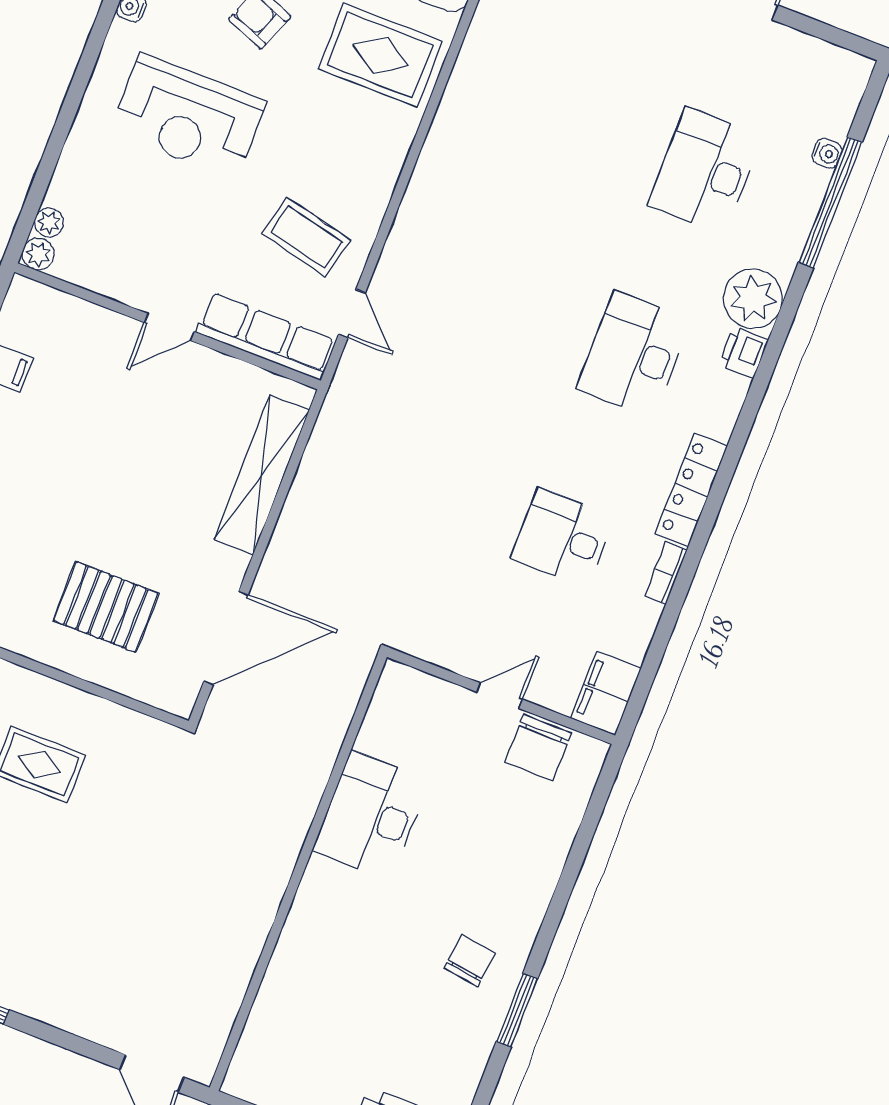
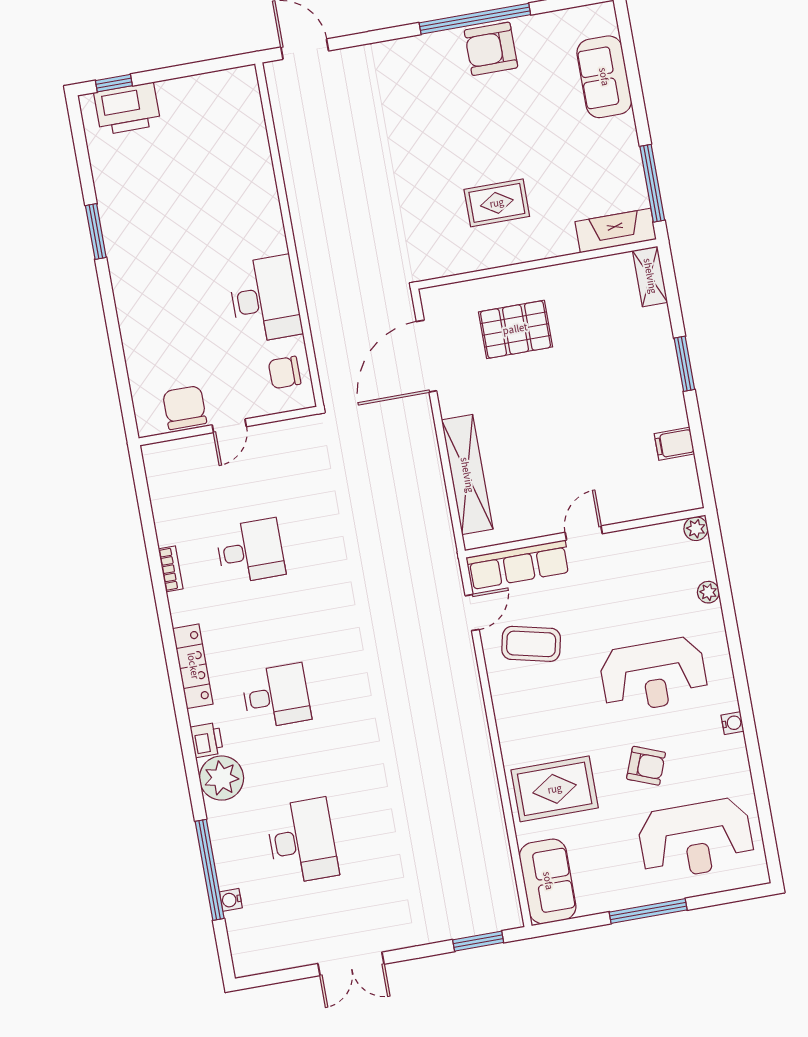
reception desk: (188, 117) -> (654, 675), turned 180
plant: (49, 223) -> (708, 592), moved
door: (352, 314) -> (472, 613), swing flipped
desk: (634, 354) -> (276, 696), width x0.73
locker: (691, 490) -> (193, 666), moved
filing cabinet: (606, 693) -> (162, 469), removed
chair: (470, 961) -> (285, 372), moved, turned 82

